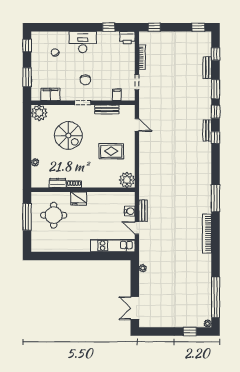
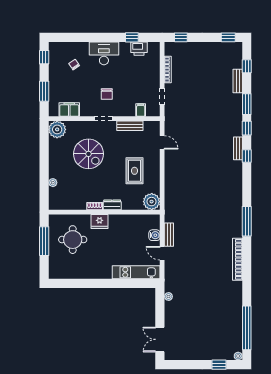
printer: (127, 38) -> (139, 49), moved
rug: (111, 151) -> (135, 171), turned 90
dresser: (58, 183) -> (112, 205), moved

